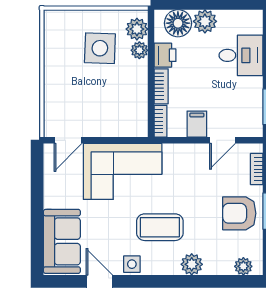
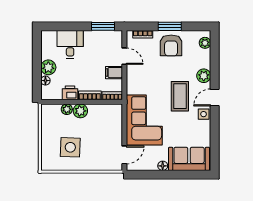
floor lamp: (178, 23) -> (45, 81), width x0.53, depth x0.53
plant: (137, 29) -> (80, 111), moved
side table: (100, 48) -> (70, 147), moved
door: (68, 140) -> (124, 155), hinge flipped
floor lamp: (51, 200) -> (163, 166), added
door: (99, 281) -> (215, 97), moved

